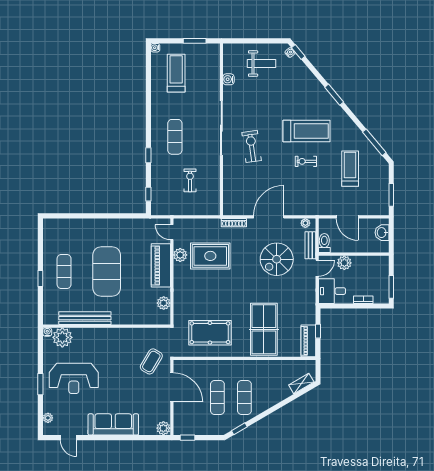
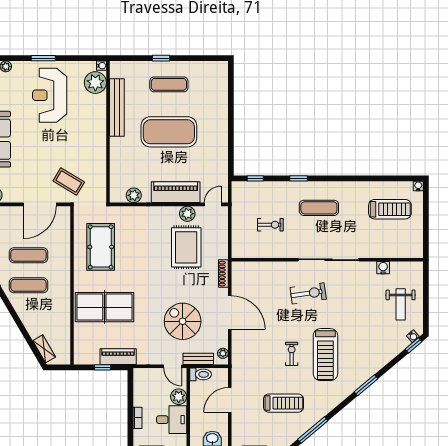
window: (195, 41) -> (426, 230), removed
desk: (332, 291) -> (172, 420), moved, turned 90
piano: (308, 341) -> (118, 357), moved

